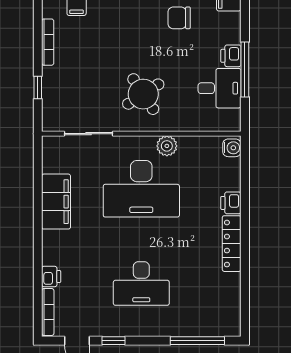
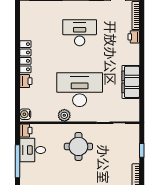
printer: (231, 56) -> (26, 131), moved
round table: (143, 94) -> (78, 146), turned 33

